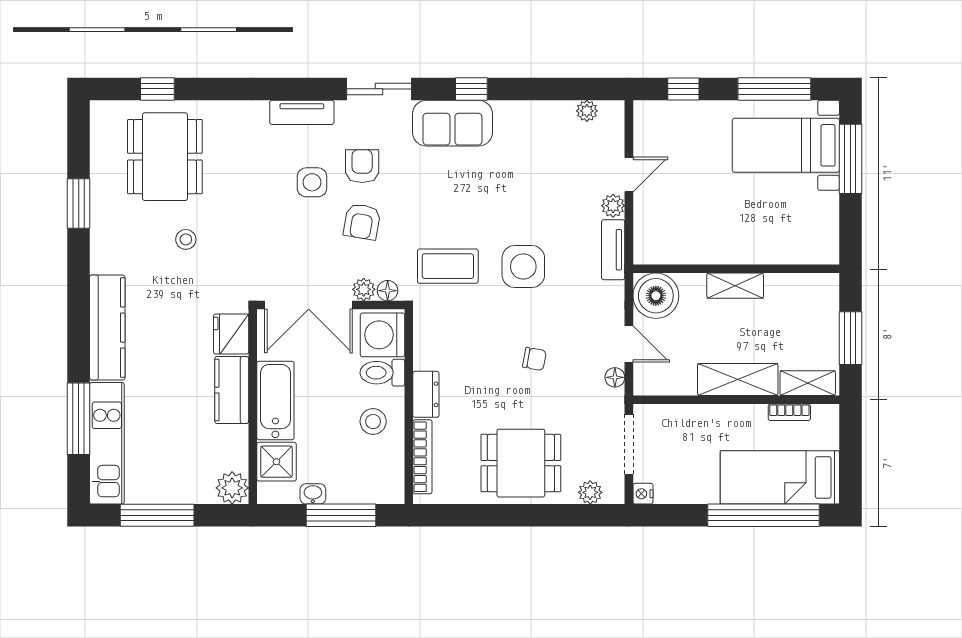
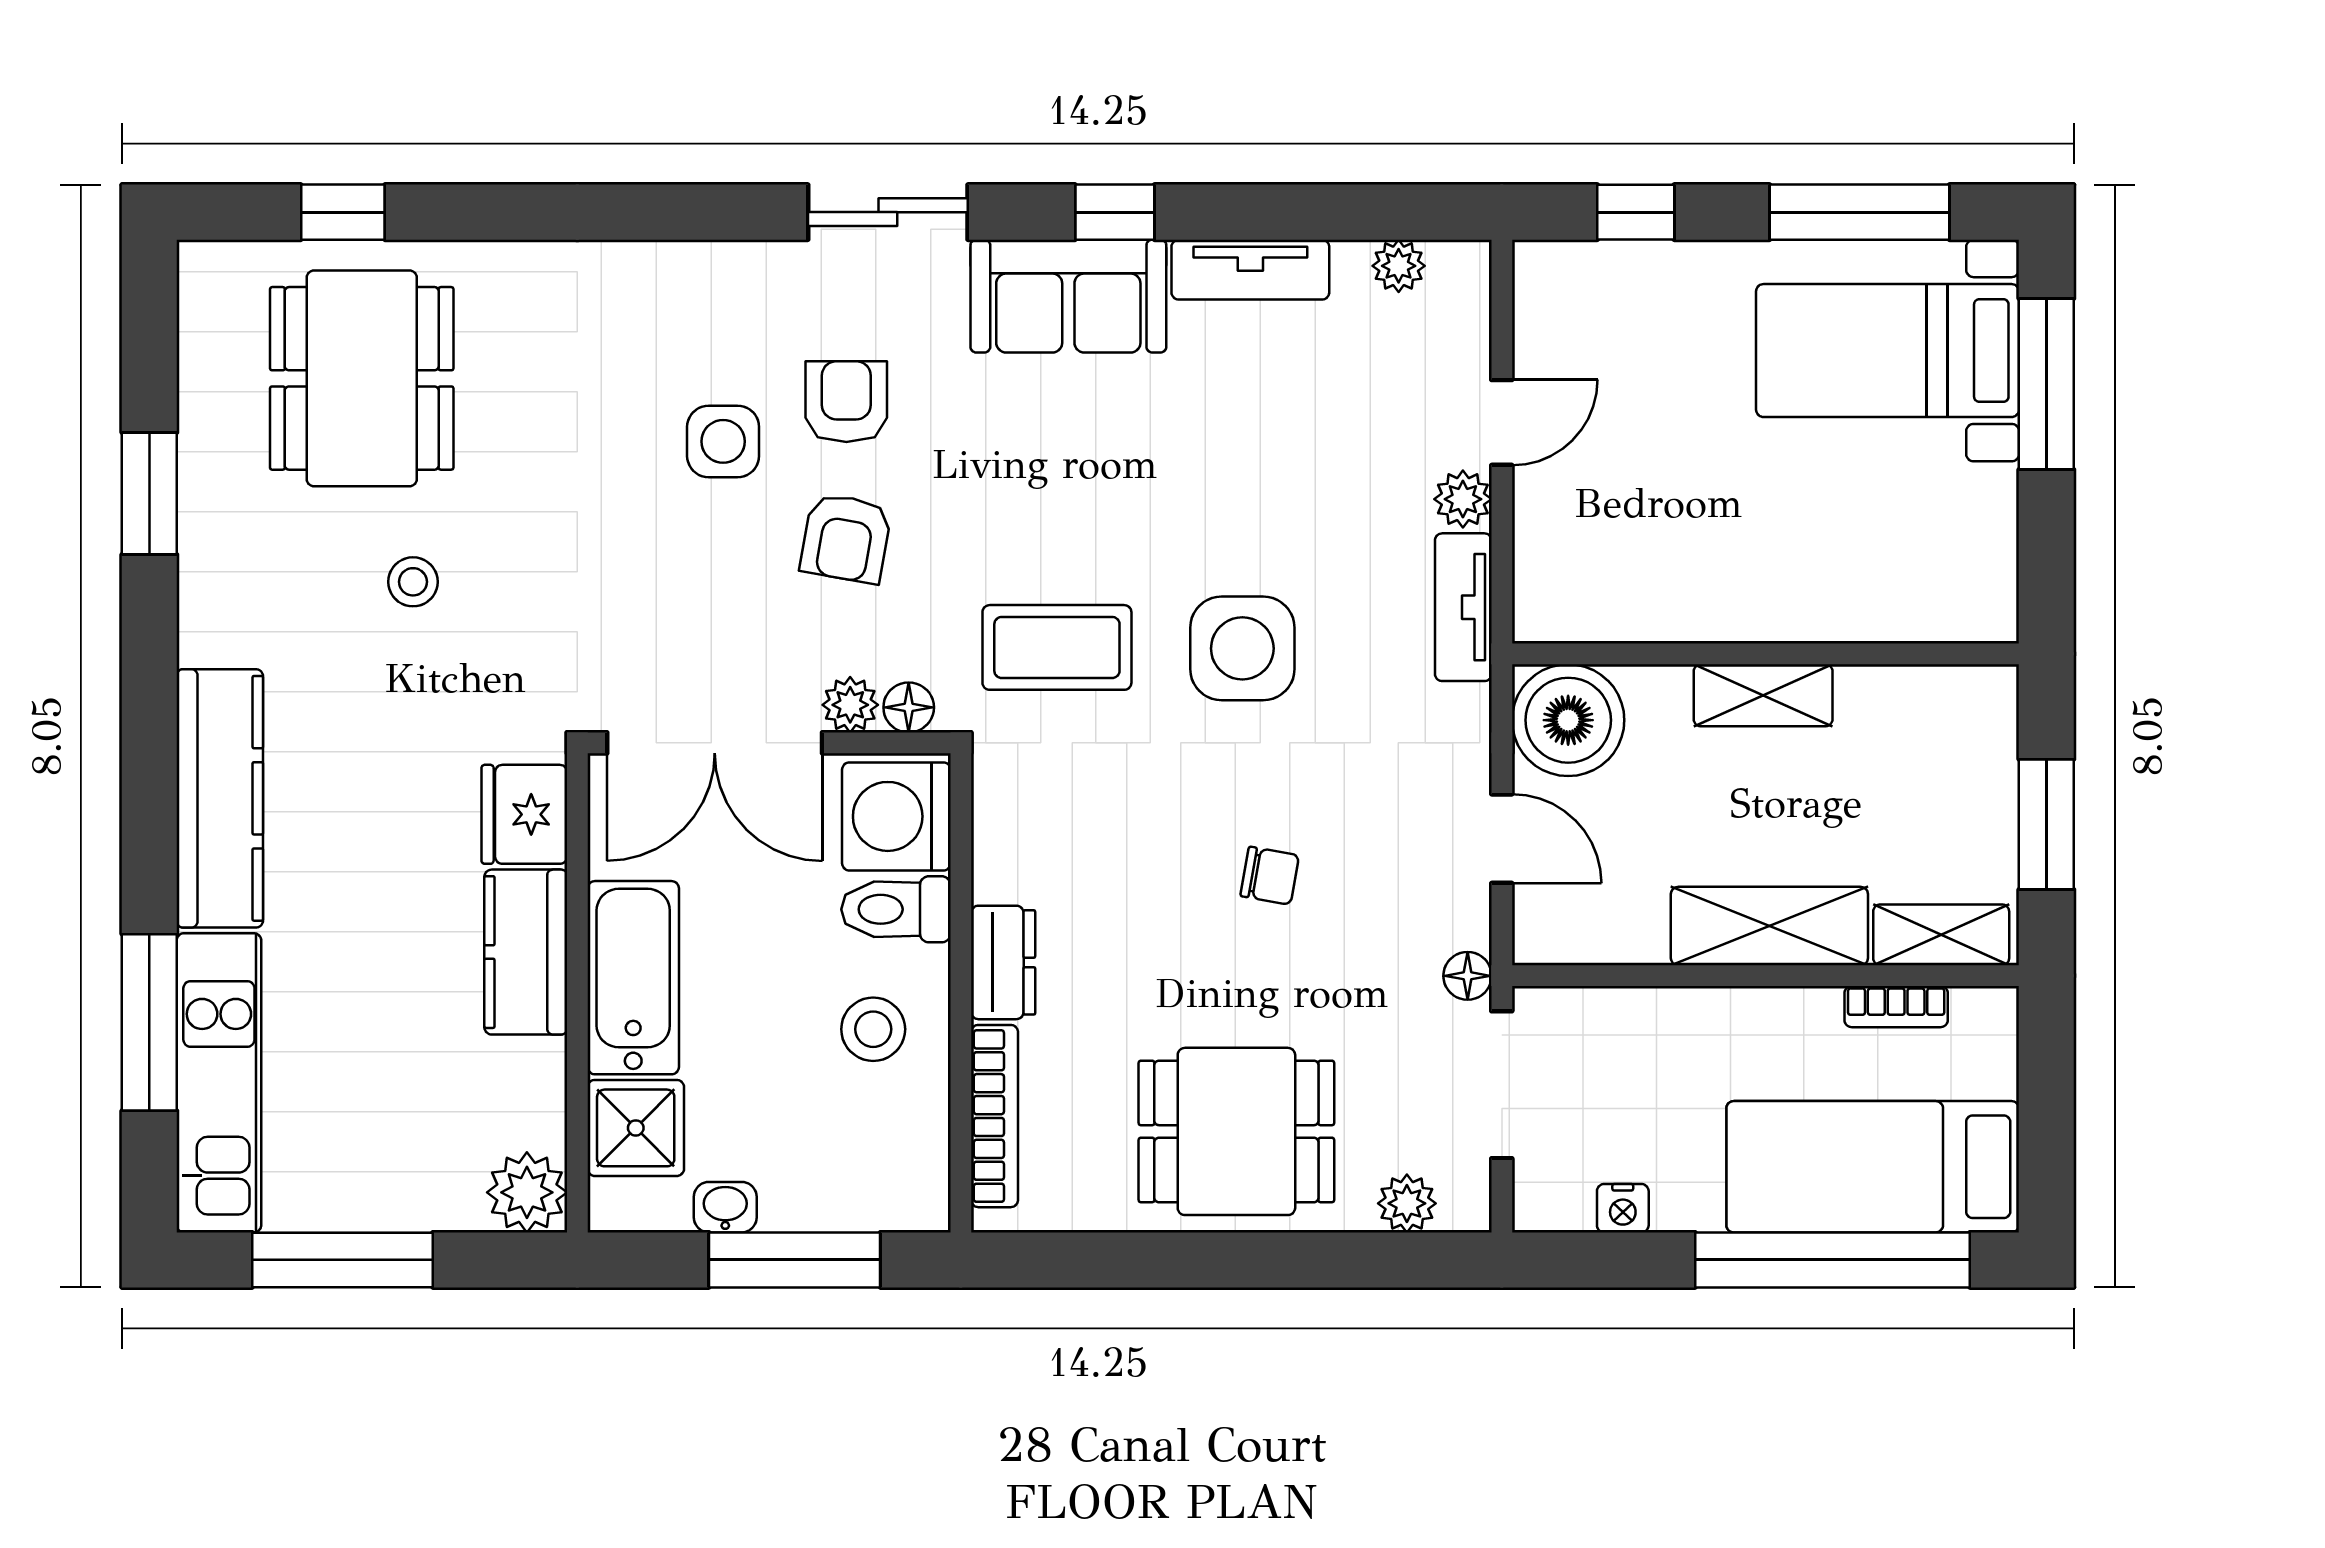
tv unit: (302, 112) -> (1250, 270), moved
floor lamp: (615, 377) -> (1468, 976), moved
nightstand: (643, 494) -> (1623, 1208), moved, turned -90

